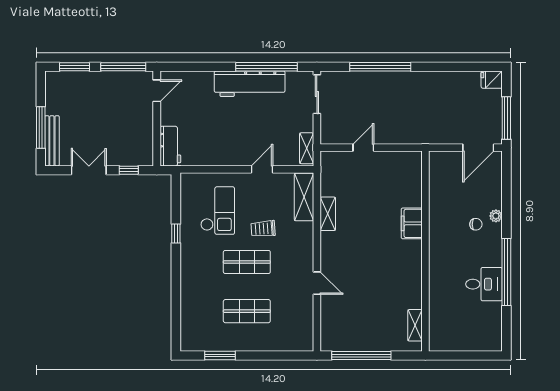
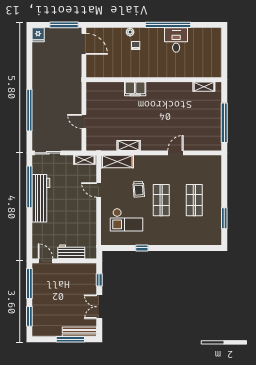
workbench: (170, 146) -> (71, 252), moved
checkout: (218, 211) -> (126, 220), turned 180

